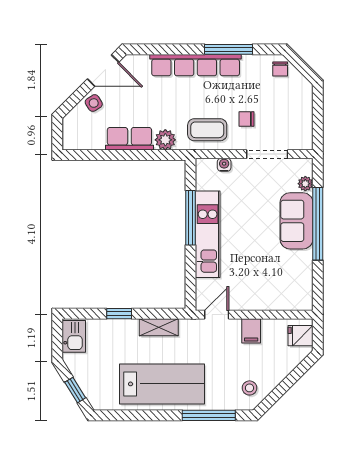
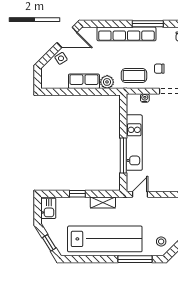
window: (190, 218) -> (123, 156), moved
filing cabinet: (251, 331) -> (162, 205), removed
lab bench: (162, 384) -> (105, 239), width x1.36

